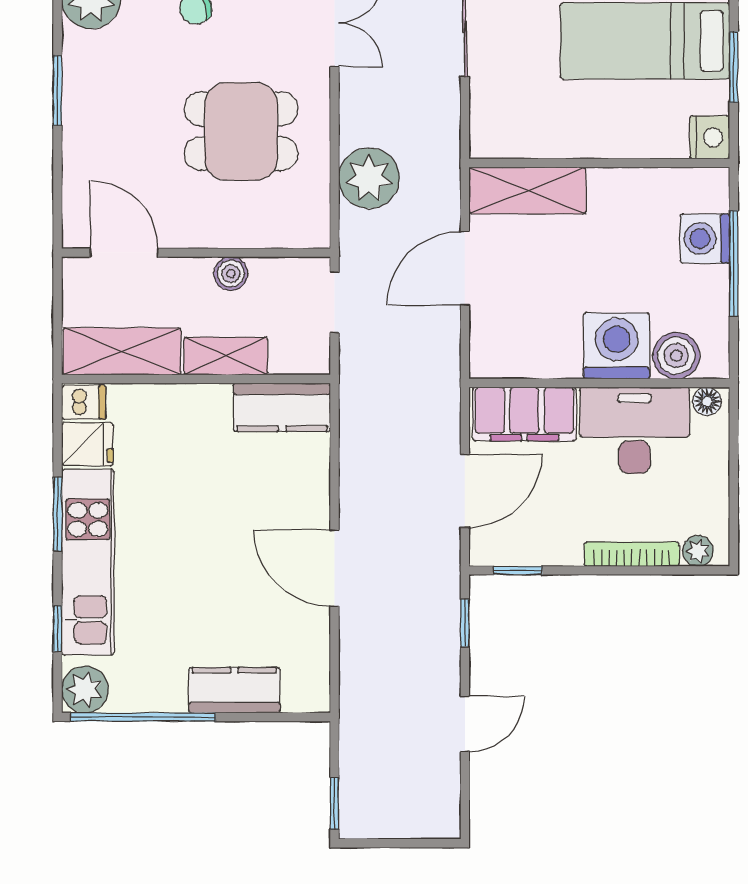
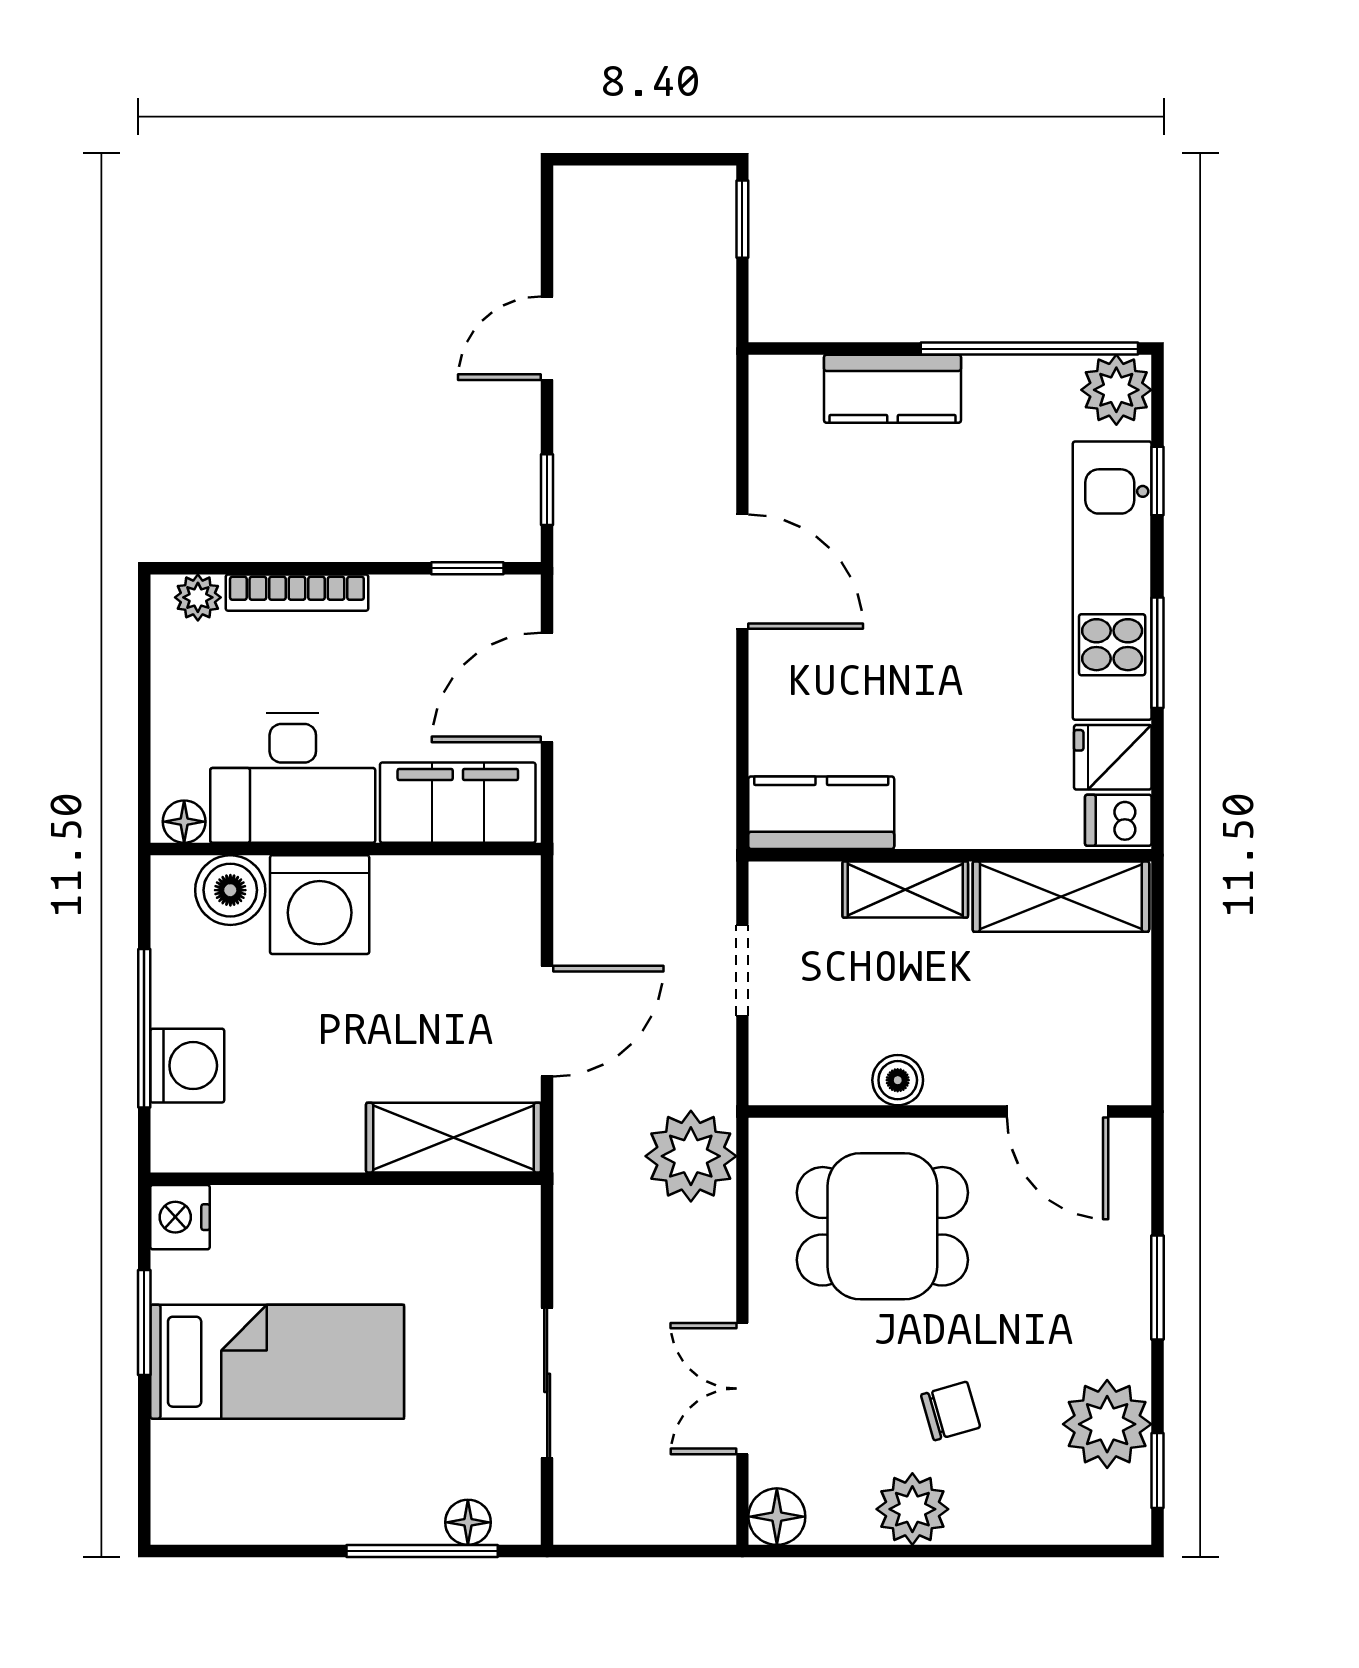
door: (124, 253) -> (1058, 1112), moved
wall: (196, 253) -> (950, 1112), moved
boiler: (231, 274) -> (898, 1080), moved

